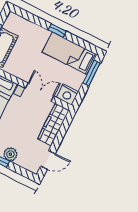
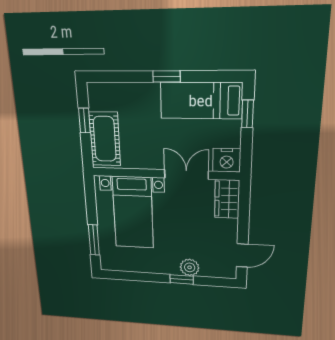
window: (92, 73) -> (247, 114), width x0.67
wardrobe: (53, 125) -> (227, 199), width x0.67

